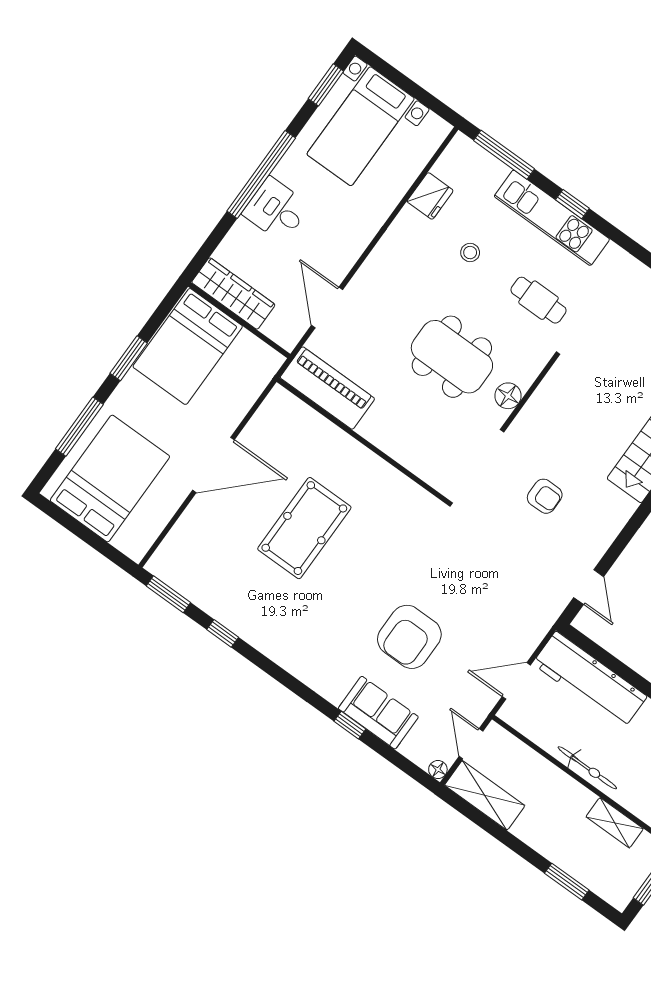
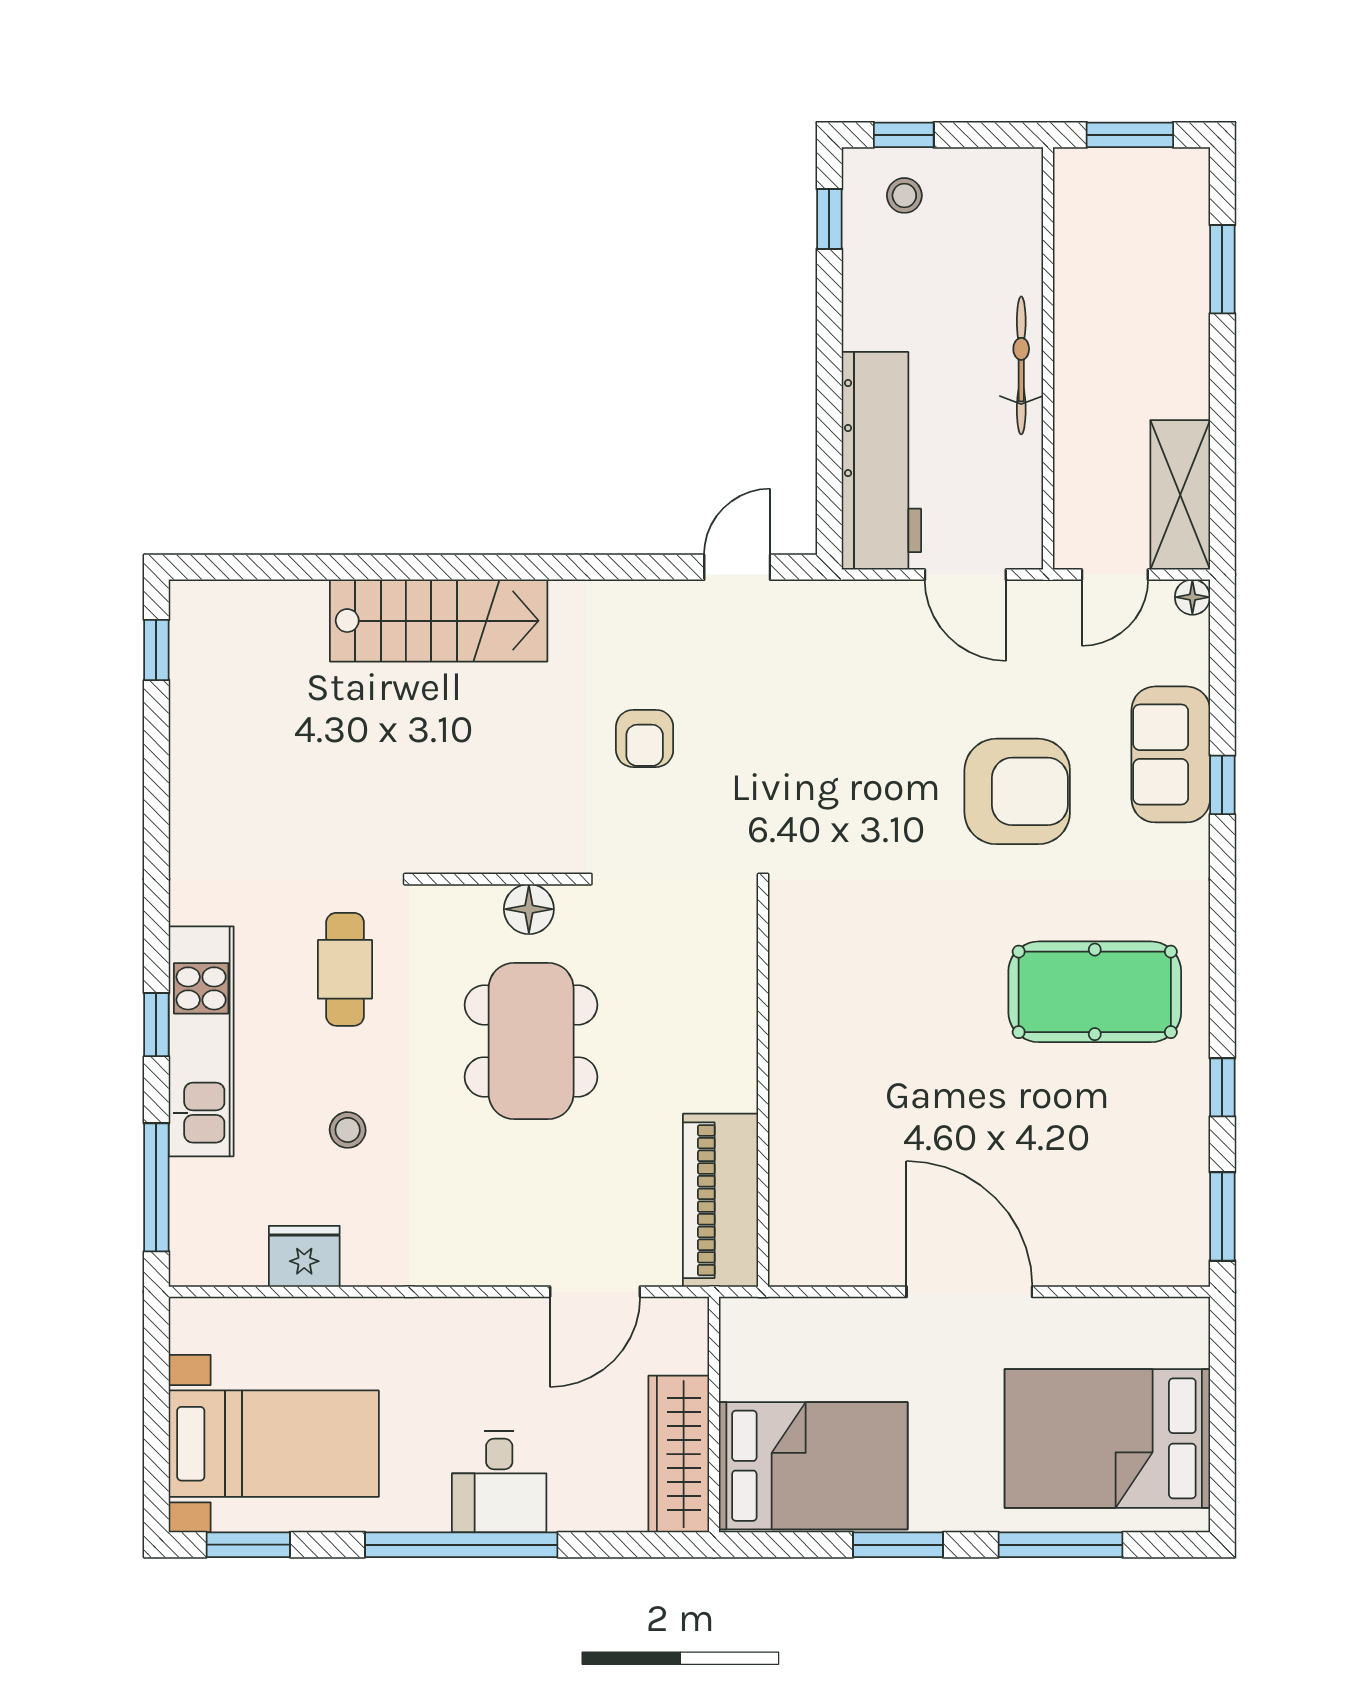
armchair: (545, 496) -> (645, 738), turned 180
pool table: (304, 528) -> (1095, 992), moved
shelving: (615, 823) -> (1076, 261), removed

